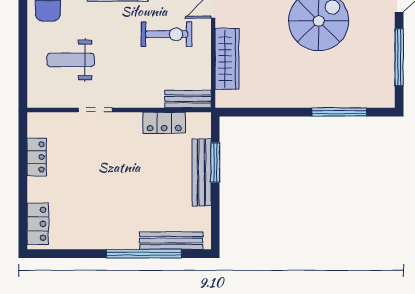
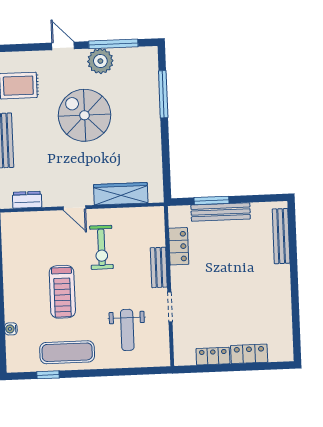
exercise bike: (167, 34) -> (101, 247), turned 180
plant: (380, 42) -> (100, 61), added
bench: (188, 99) -> (159, 267), moved
locker: (38, 224) -> (249, 354), moved
window: (144, 254) -> (293, 259), removed

